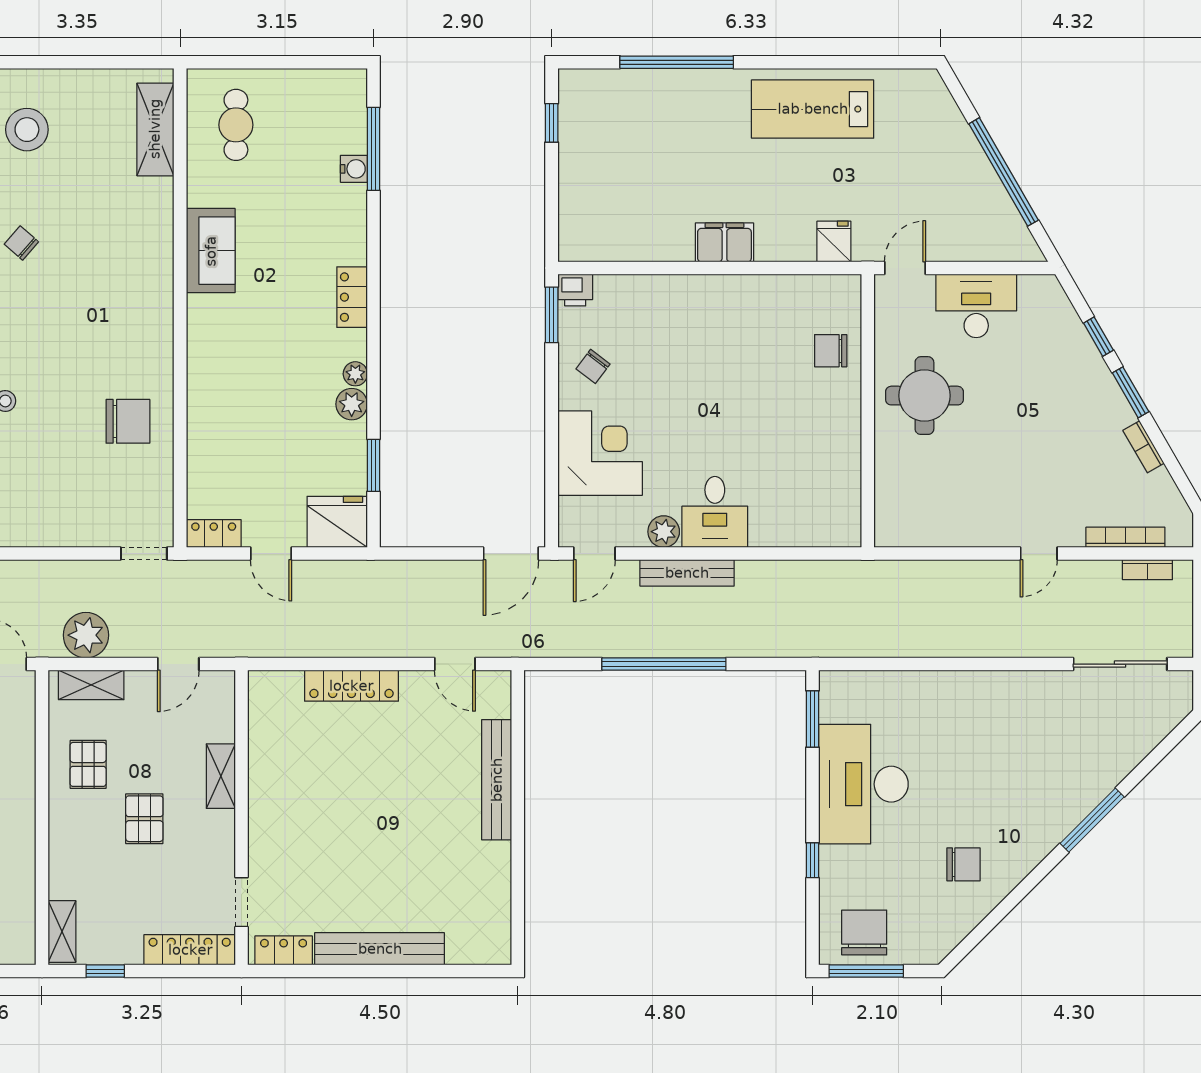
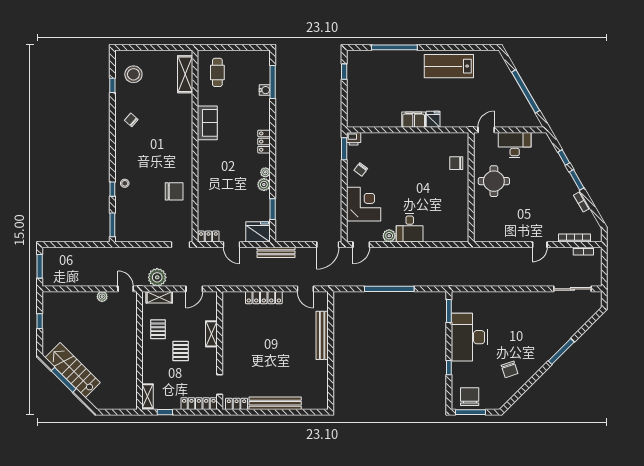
fridge: (834, 242) -> (433, 119), moved
bench: (687, 573) -> (276, 252), moved
chair: (964, 864) -> (510, 369), turned 72

